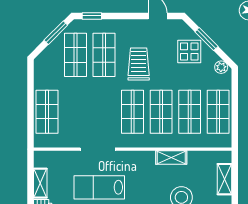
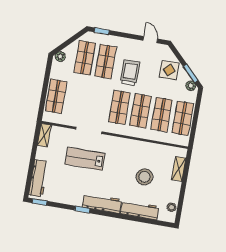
window: (56, 33) -> (73, 39), removed
window: (206, 39) -> (191, 73), moved
plant: (43, 59) -> (60, 57), added
shelving: (171, 158) -> (142, 146), removed
shelving: (40, 183) -> (44, 135), moved

